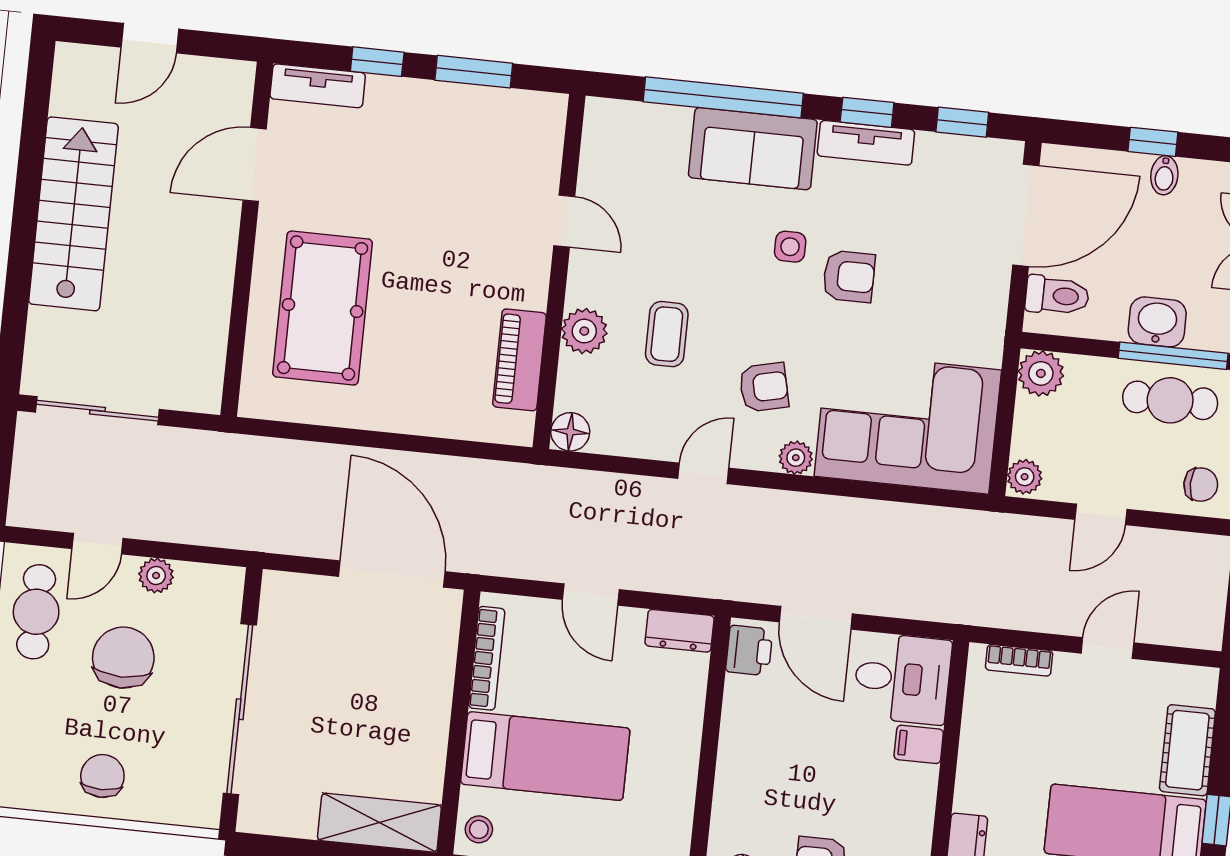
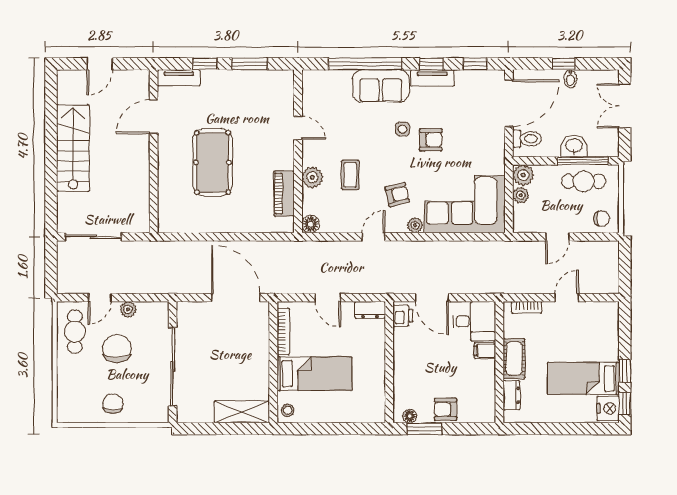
pool table: (323, 308) -> (213, 162), moved
plant: (1025, 477) -> (521, 195), moved
cot: (1187, 750) -> (514, 359), moved

